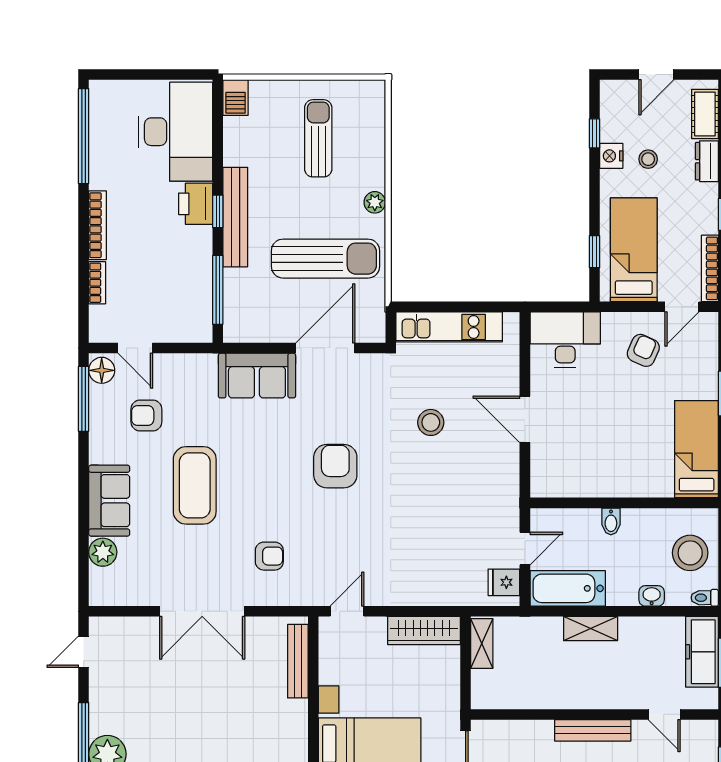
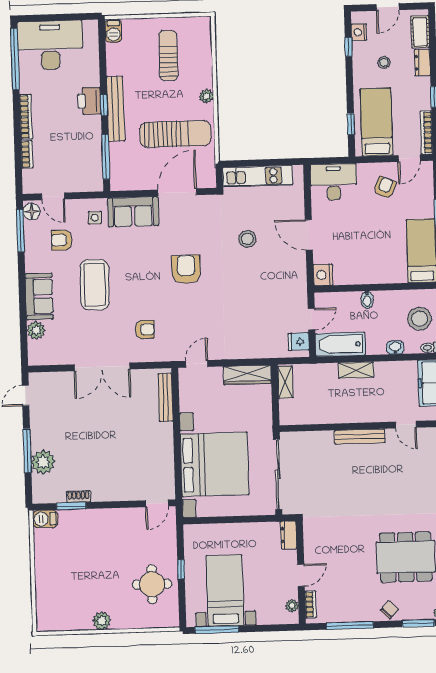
desk: (176, 132) -> (50, 45), moved, turned -90
nightstand: (611, 156) -> (359, 32), moved
side table: (198, 383) -> (95, 218), added
nightstand: (545, 481) -> (323, 275), added

